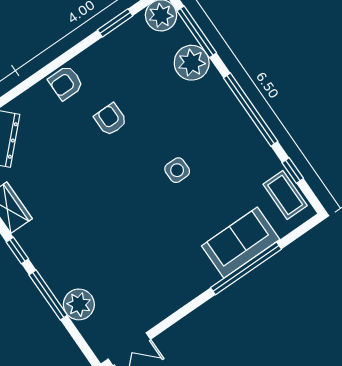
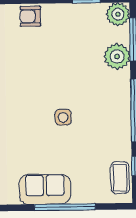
armchair: (111, 119) -> (43, 58), removed
sofa: (241, 243) -> (45, 189), moved

